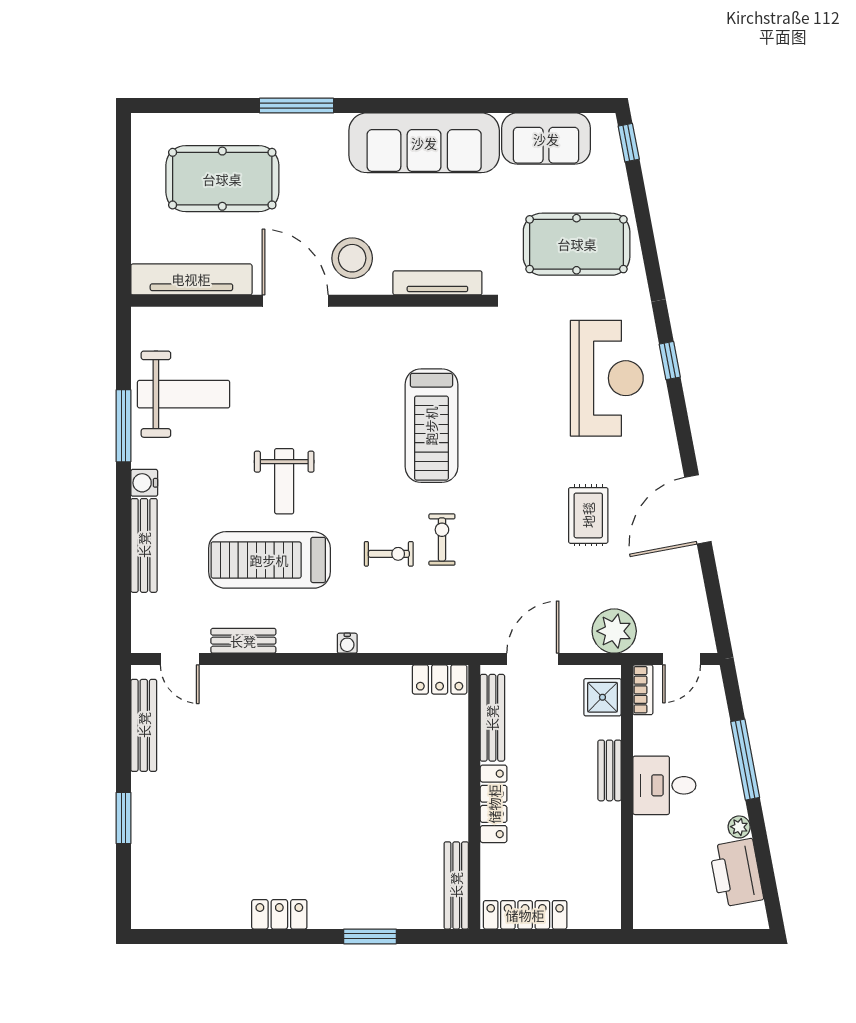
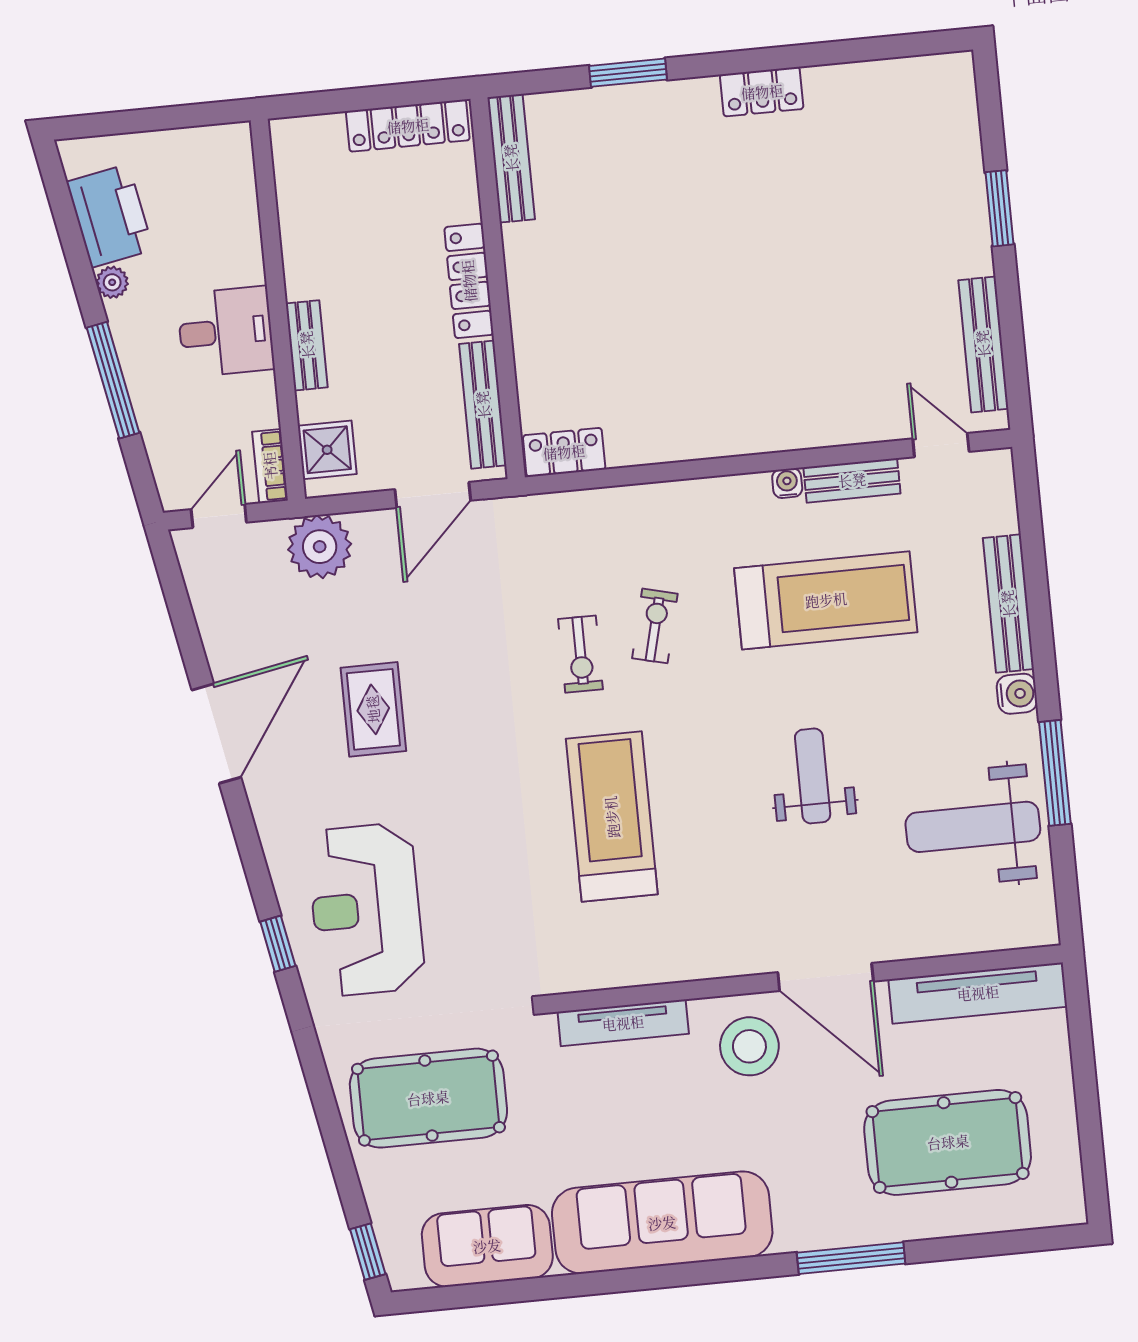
weight bench: (284, 481) -> (813, 776), moved
exercise bike: (389, 554) -> (655, 626), turned 104
water cooler: (347, 643) -> (787, 483), moved

